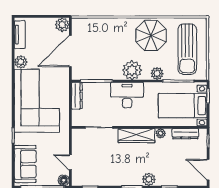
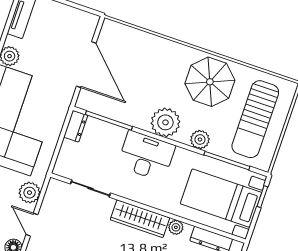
plant: (62, 25) -> (30, 193), moved
door: (70, 51) -> (86, 65), swing flipped
dresser: (77, 96) -> (76, 126), width x0.70

